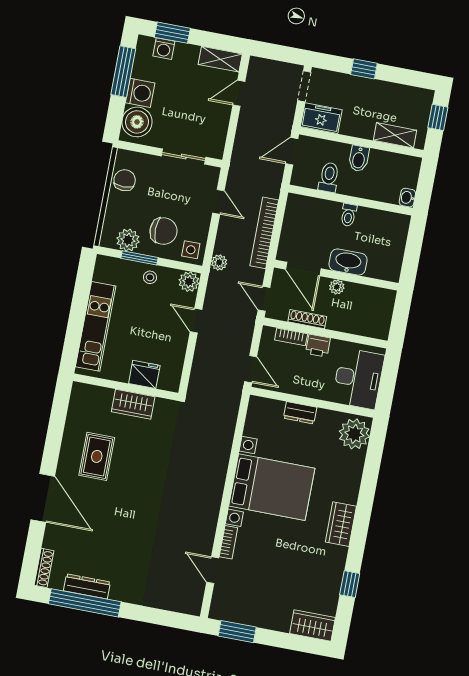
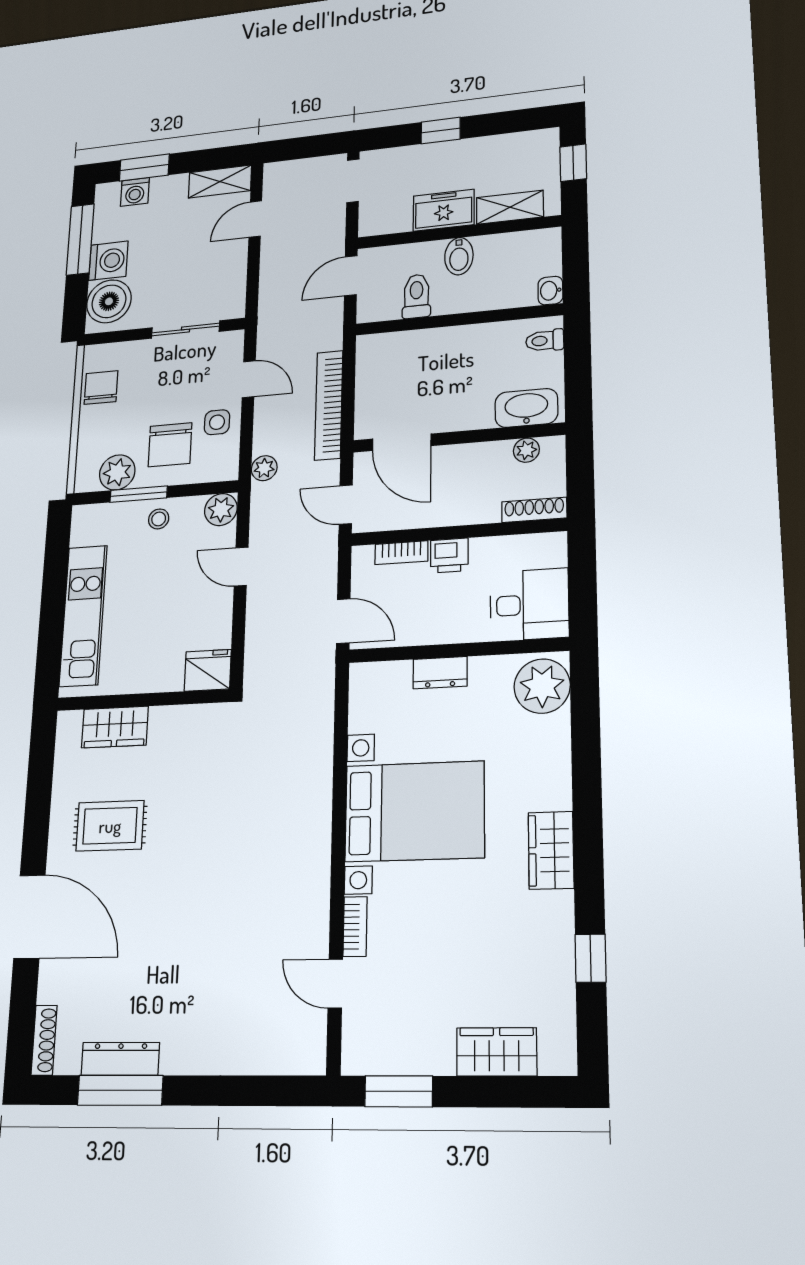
freezer: (321, 118) -> (444, 210), moved
toilet: (349, 215) -> (545, 341), moved, turned 90
chair: (163, 231) -> (170, 445), turned 90
side table: (191, 250) -> (217, 422), moved
washbasin: (348, 262) -> (526, 408), moved
plant: (337, 287) -> (526, 450), moved
shoe rack: (307, 319) -> (534, 510), moved
fridge: (144, 374) -> (208, 670), moved
desk: (358, 379) -> (529, 605), width x0.73
wardrobe: (133, 404) -> (115, 727), moved
rug: (97, 456) -> (110, 826), turned 90
window: (85, 603) -> (120, 1090), width x0.68
wardrobe: (313, 625) -> (497, 1052), moved

